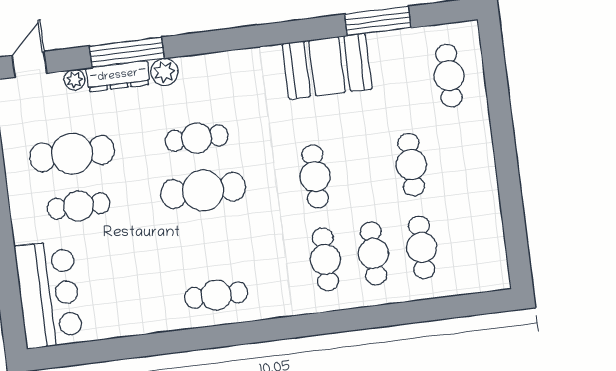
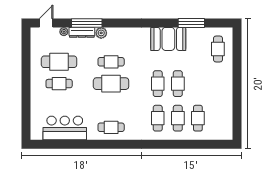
cafe table: (411, 165) -> (178, 84), moved
bar counter: (49, 294) -> (65, 128), moved, turned -90

